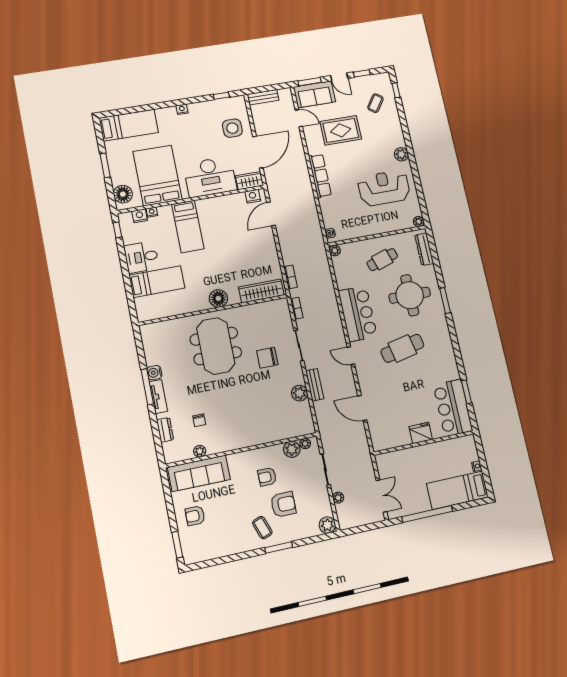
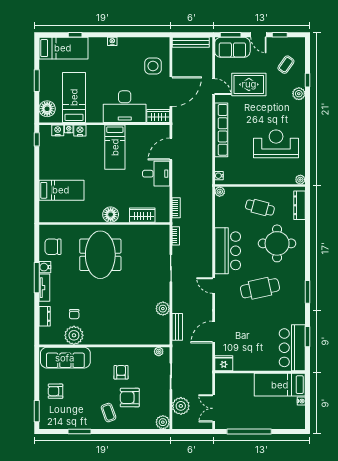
window: (396, 90) -> (307, 80), moved
window: (221, 96) -> (75, 35), moved
bench: (263, 97) -> (191, 42), width x1.36
door: (299, 118) -> (214, 87), moved
plant: (401, 154) -> (299, 94), moved
bed: (158, 175) -> (74, 97), width x0.67
row of seats: (320, 176) -> (221, 130), width x1.36
nightstand: (253, 196) -> (80, 131), moved
bed: (188, 226) -> (115, 147), moved
desk: (141, 257) -> (156, 174), moved, turned 180
cafe table: (382, 260) -> (260, 208), turned 33
wardrobe: (261, 291) -> (142, 215), width x0.67
window: (445, 300) -> (307, 292), moved
chair: (267, 358) -> (53, 247), moved
bench: (315, 385) -> (177, 327), moved
door: (362, 408) -> (214, 332), hinge flipped
fridge: (421, 433) -> (224, 363), moved
plant: (292, 449) -> (146, 354), removed
plant: (200, 451) -> (74, 335), width x1.88, depth x1.88
armchair: (267, 477) -> (121, 372), turned 90
bed: (457, 490) -> (280, 385), moved
double door: (382, 496) -> (214, 408), swing flipped
plant: (338, 498) -> (181, 406), width x1.88, depth x1.88
armchair: (283, 504) -> (130, 398), turned 180
window: (279, 547) -> (80, 431), moved

